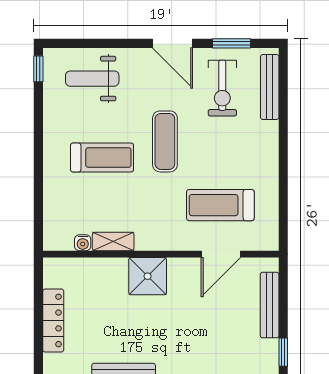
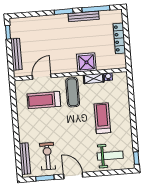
exercise mat: (165, 141) -> (73, 92), moved
treadmill: (102, 158) -> (102, 118), turned 90
treadmill: (220, 205) -> (44, 100), turned 180
shower: (148, 276) -> (86, 62), moved

